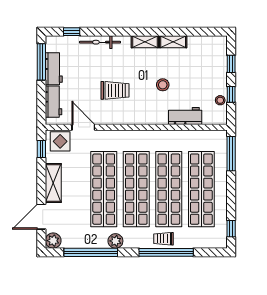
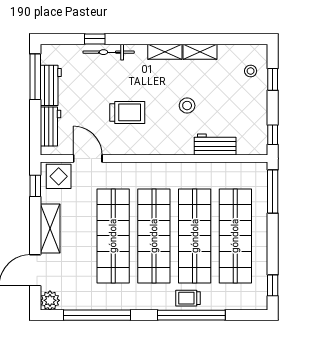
window: (72, 32) -> (95, 39), moved
window: (231, 94) -> (273, 135), moved
stool: (220, 100) -> (251, 71), moved
plant: (115, 241) -> (128, 301), removed

